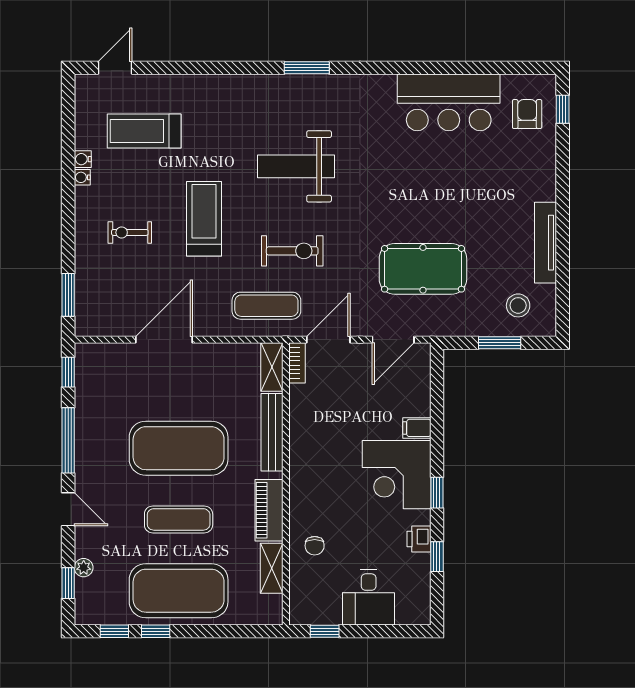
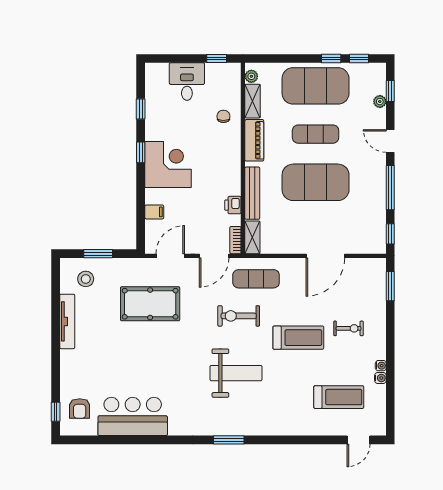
treadmill: (204, 219) -> (298, 338), turned -90
filing cabinet: (417, 428) -> (154, 212), moved
printer: (419, 539) -> (233, 205), moved, turned 180
plant: (273, 605) -> (251, 76), added

